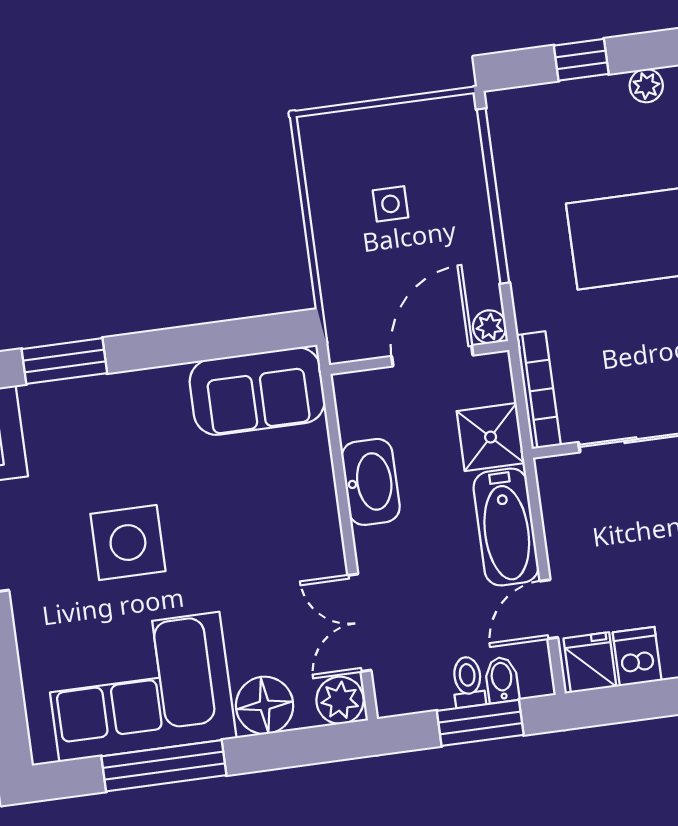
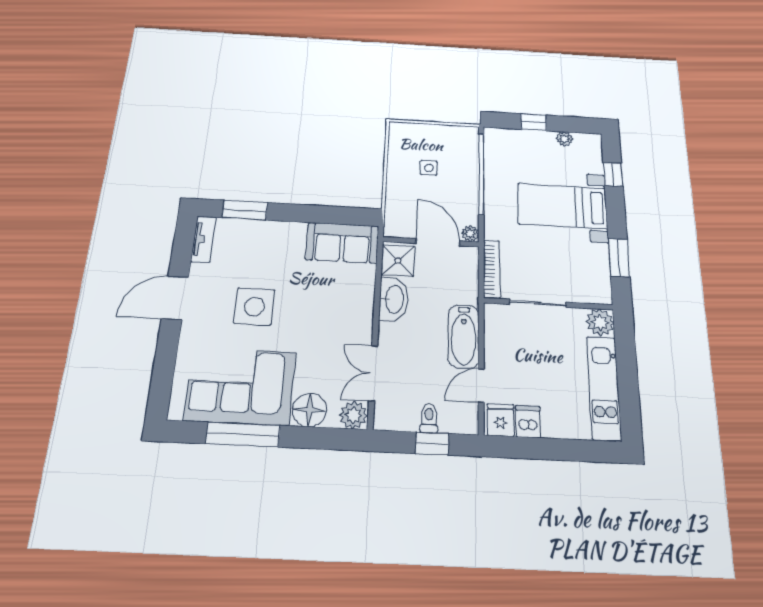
door: (432, 356) -> (438, 242), hinge flipped
shower: (491, 437) -> (398, 261), moved
bidet: (502, 680) -> (449, 421), removed
window: (480, 723) -> (432, 443), width x0.67

